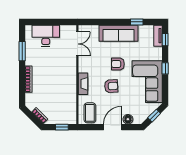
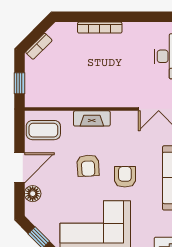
window: (22, 51) -> (146, 17), removed
door: (113, 127) -> (19, 168), hinge flipped

